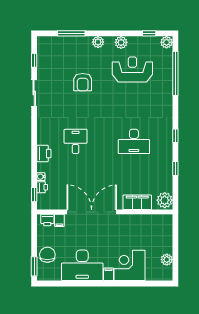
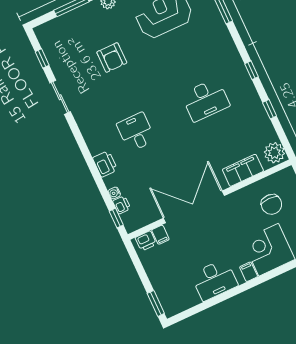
chair: (47, 255) -> (271, 204), moved, turned 180
desk: (82, 265) -> (214, 280), width x0.73, depth x0.77

